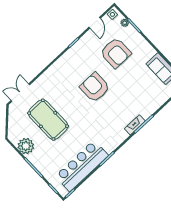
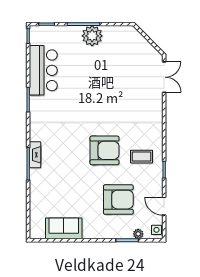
armchair: (116, 53) -> (118, 200), turned 180
coffee table: (78, 63) -> (141, 157), added
pool table: (48, 120) -> (115, 79), removed
plant: (26, 146) -> (92, 36), moved
bar counter: (82, 166) -> (43, 70), width x0.73

